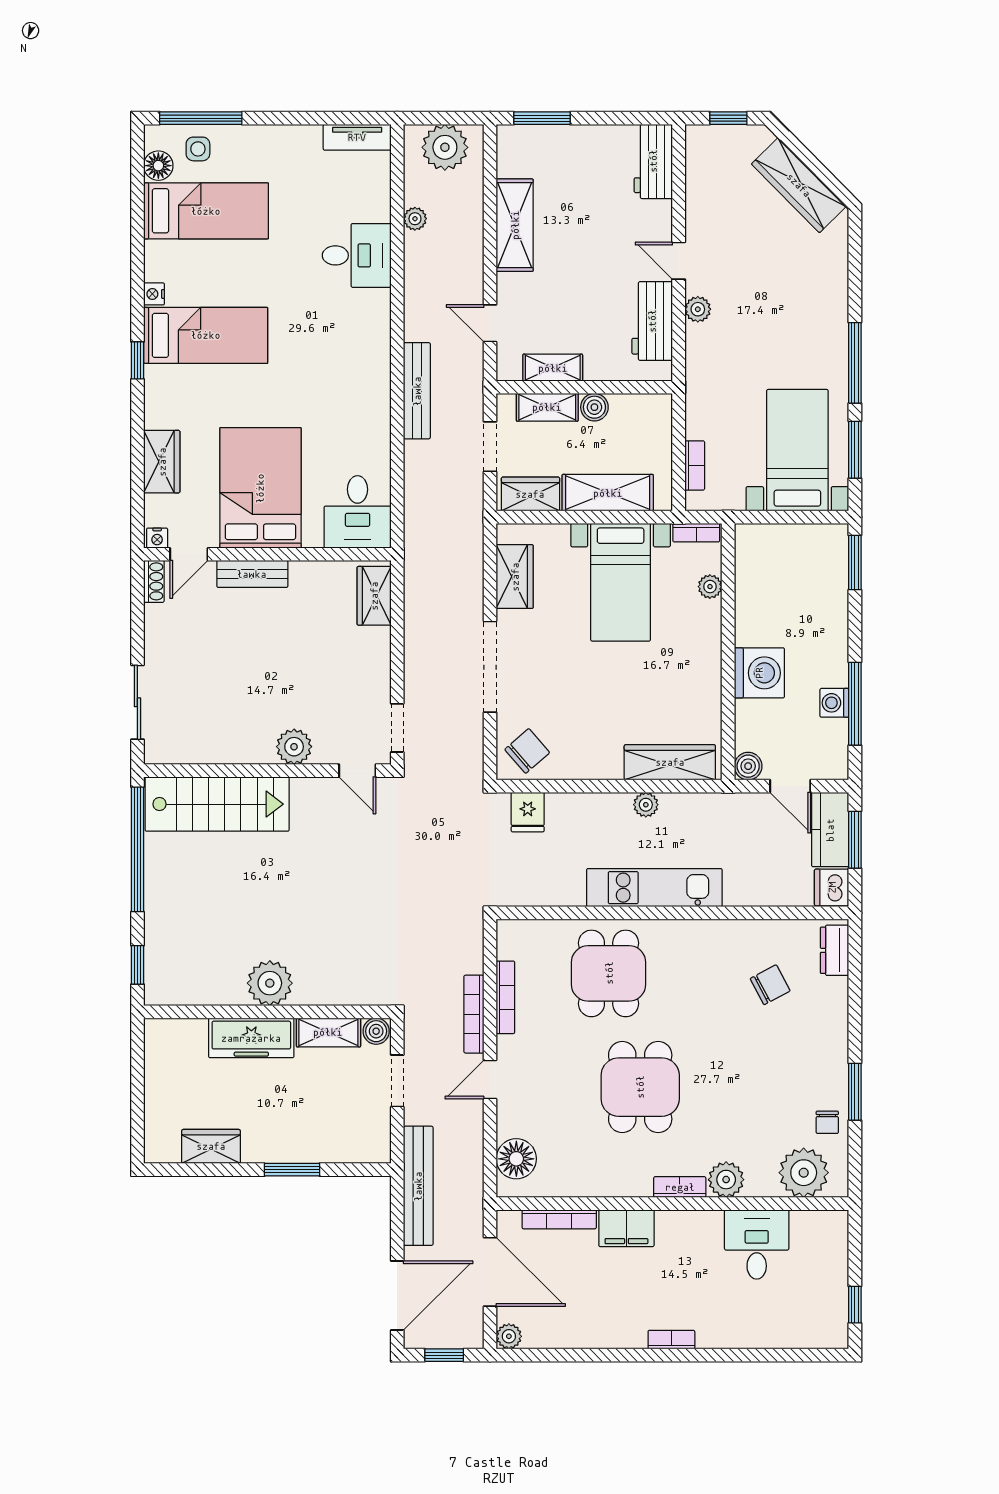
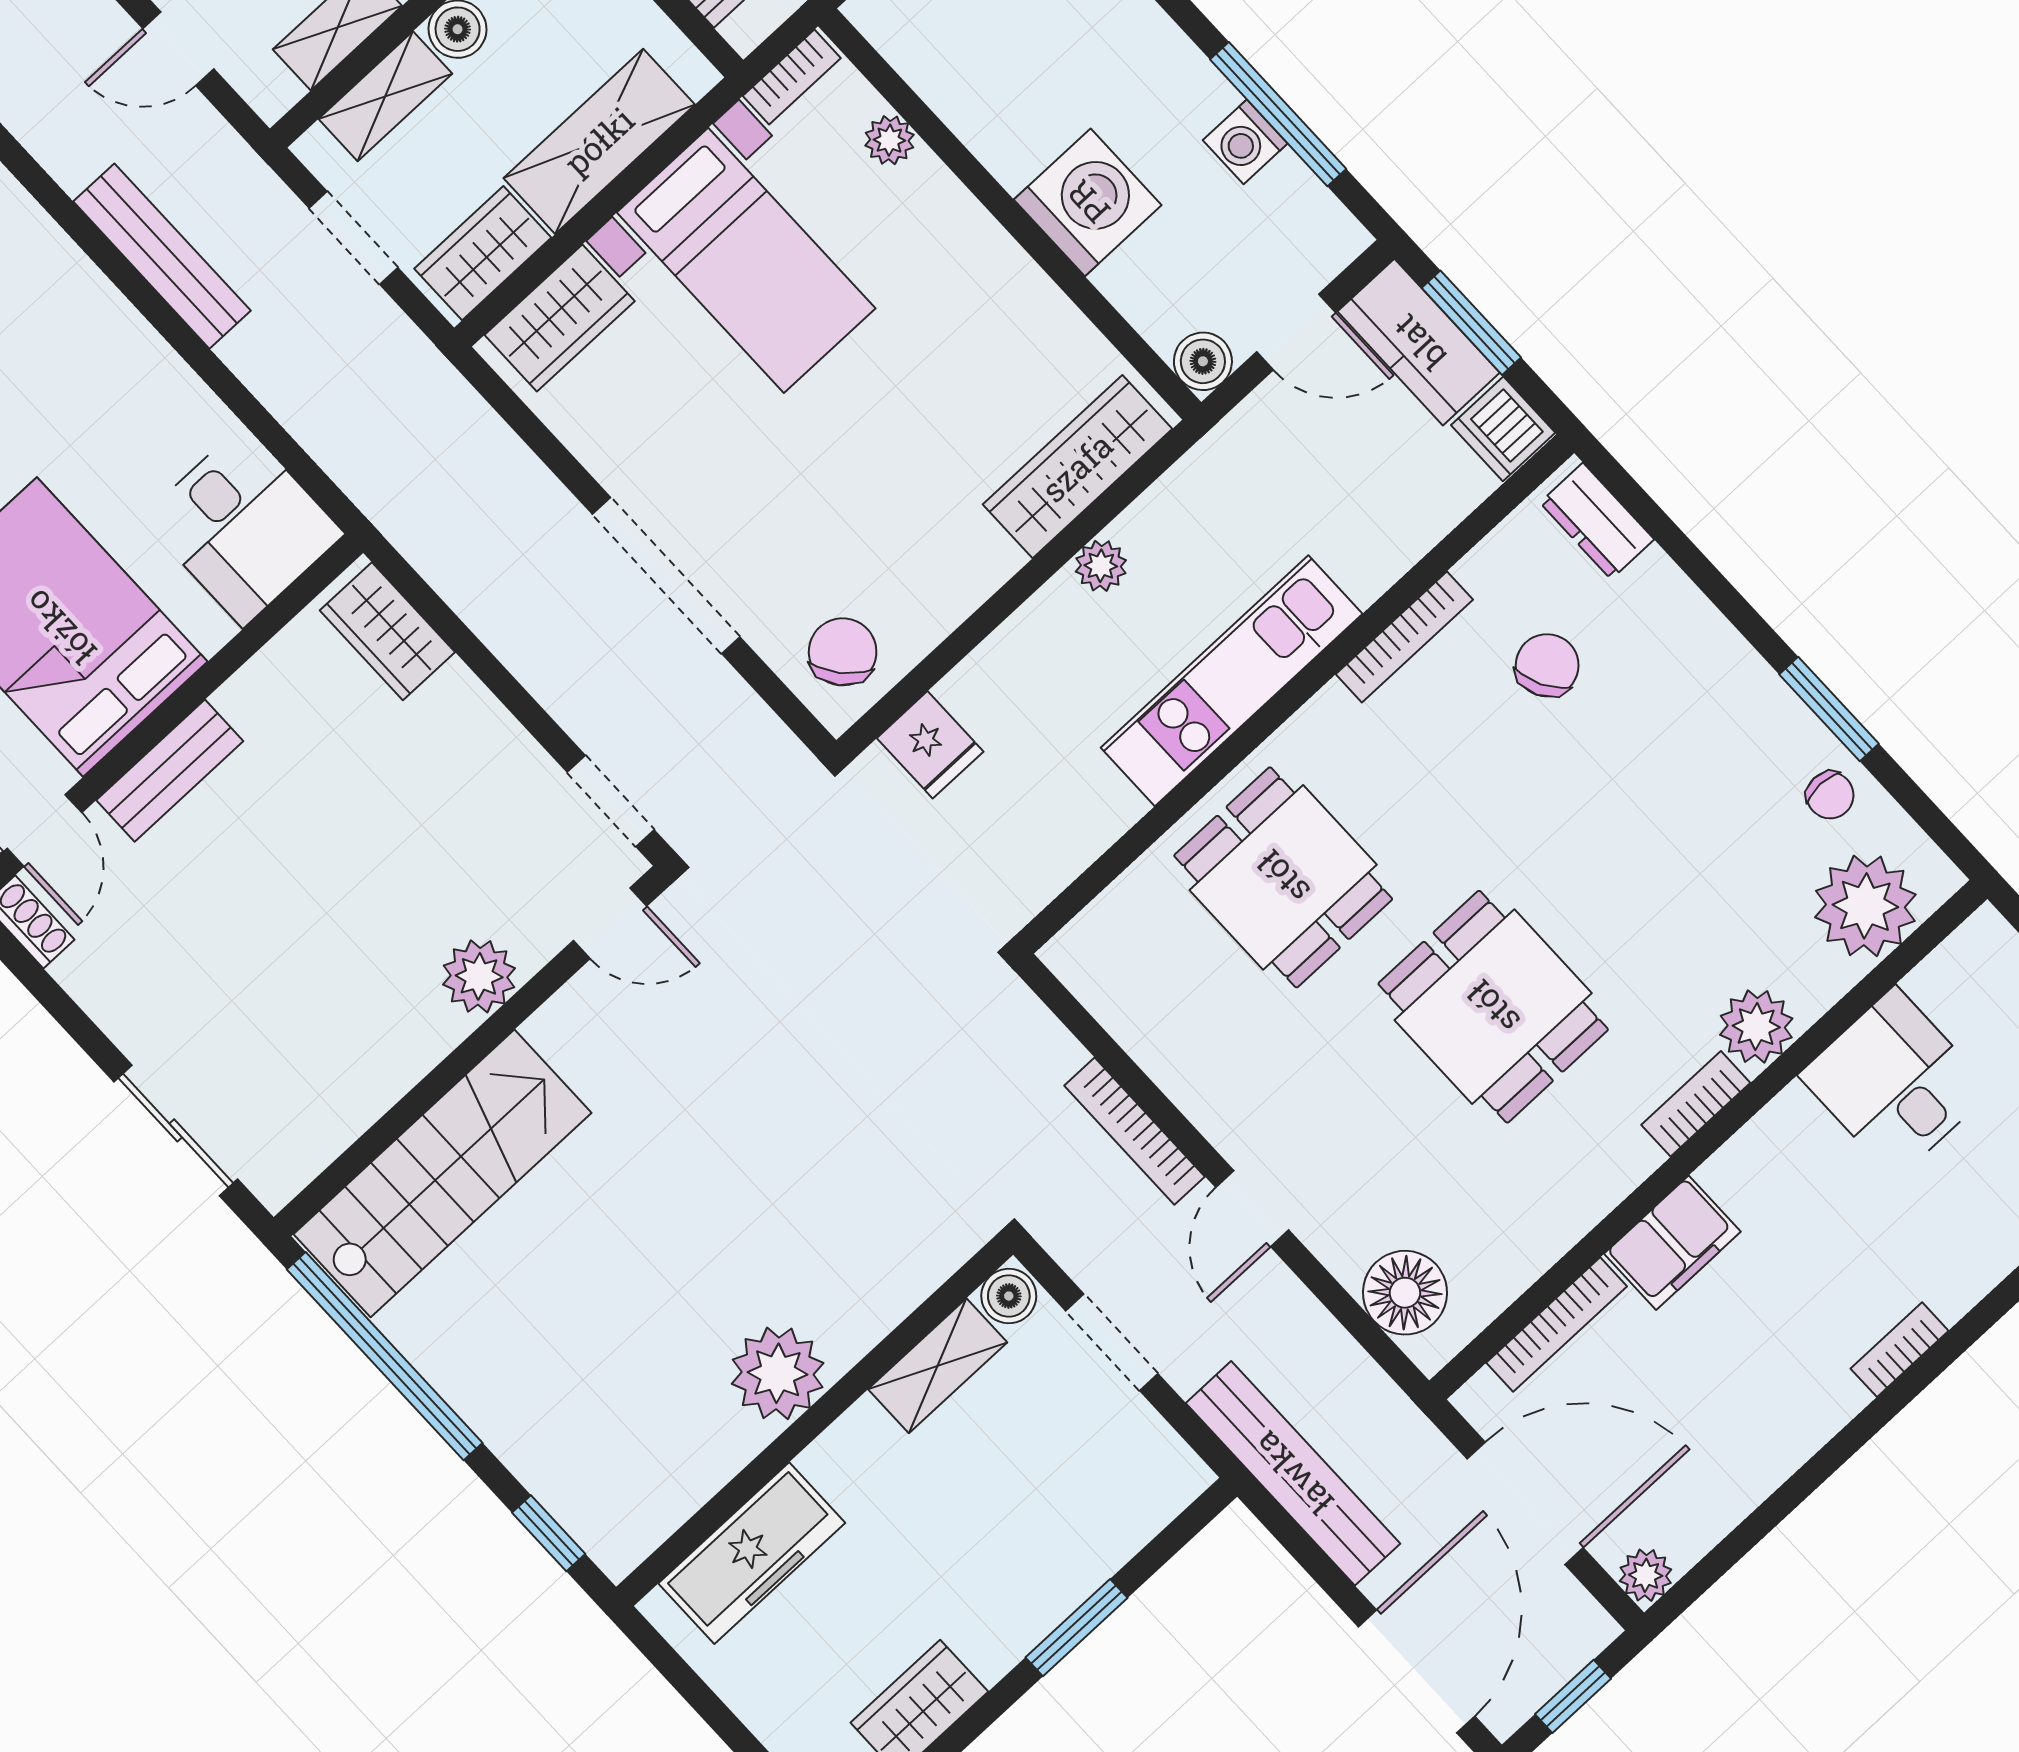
wardrobe: (515, 577) -> (560, 318), moved, turned 90
bookcase: (505, 997) -> (1404, 637), moved, turned 90
freezer: (251, 1038) -> (752, 1553), moved

